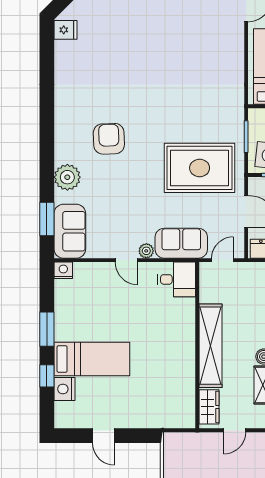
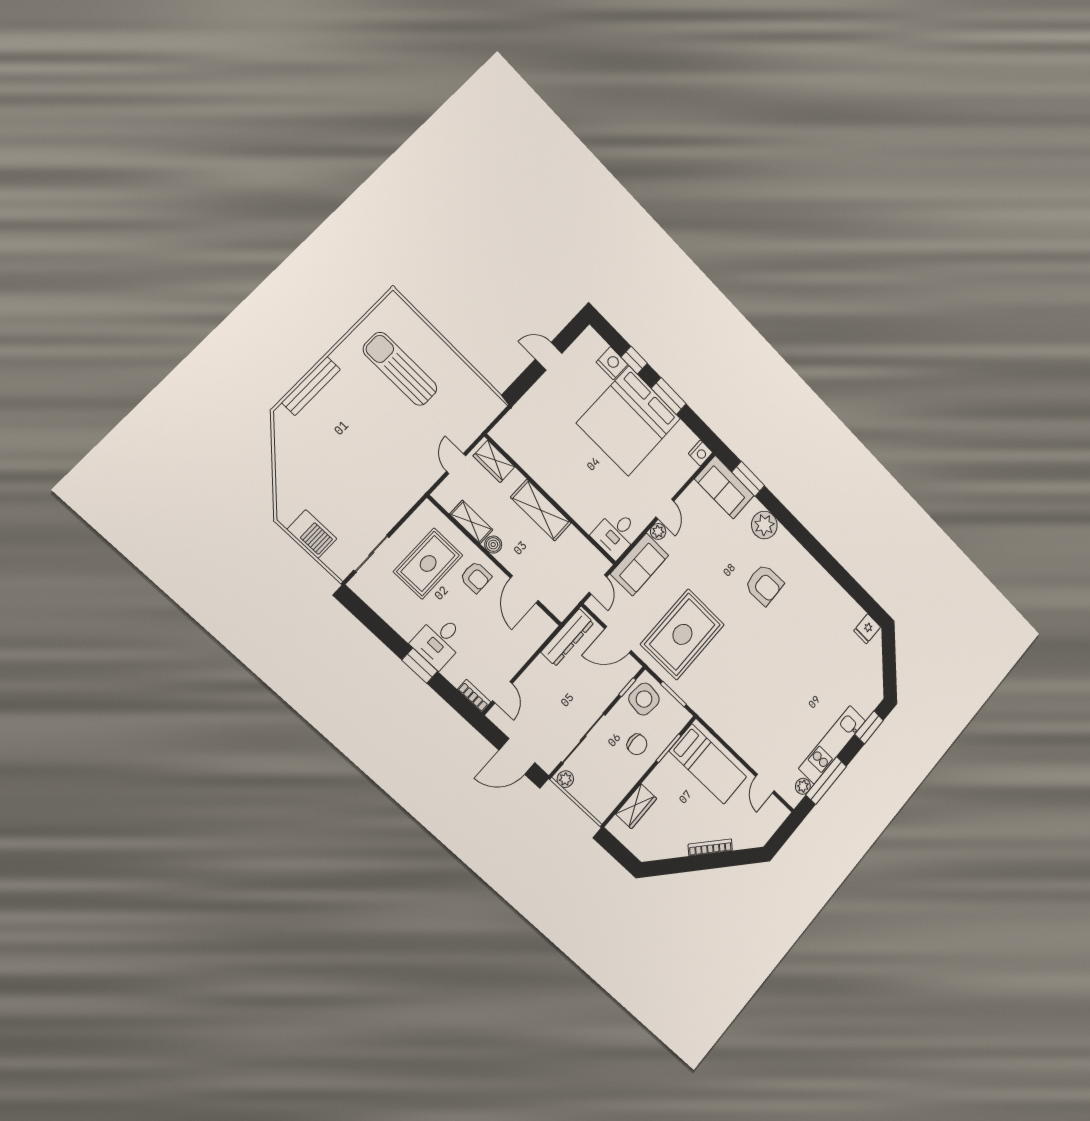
door: (126, 260) -> (665, 509), swing flipped
shelving: (210, 346) -> (541, 510), width x0.68
bed: (92, 359) -> (629, 421), width x2.04

